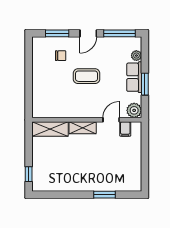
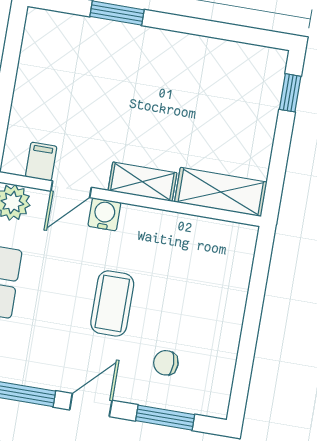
coffee table: (87, 76) -> (112, 303), turned 90
water cooler: (96, 112) -> (104, 214), added

